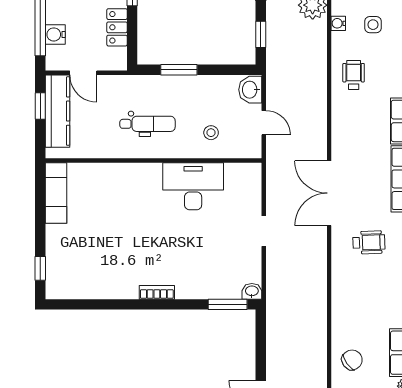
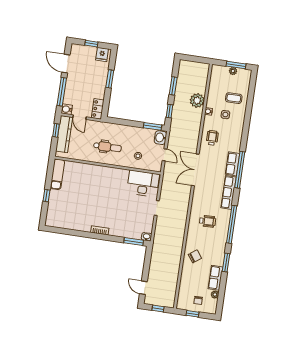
locker: (117, 27) -> (98, 109), moved
water cooler: (55, 34) -> (67, 109), moved
window: (179, 70) -> (152, 126), moved
desk: (193, 186) -> (143, 184), moved
double door: (329, 193) -> (195, 170), moved
window: (40, 268) -> (46, 196), moved
chair: (352, 360) -> (195, 256), moved

